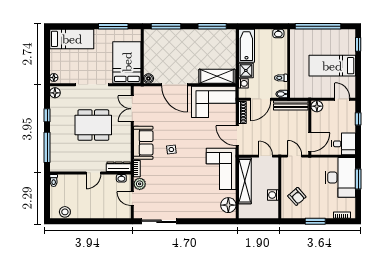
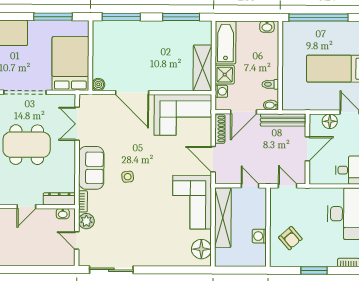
shelving: (217, 76) -> (203, 68), moved, turned 90
floor lamp: (317, 106) -> (330, 121), moved
door: (310, 142) -> (307, 149), moved

